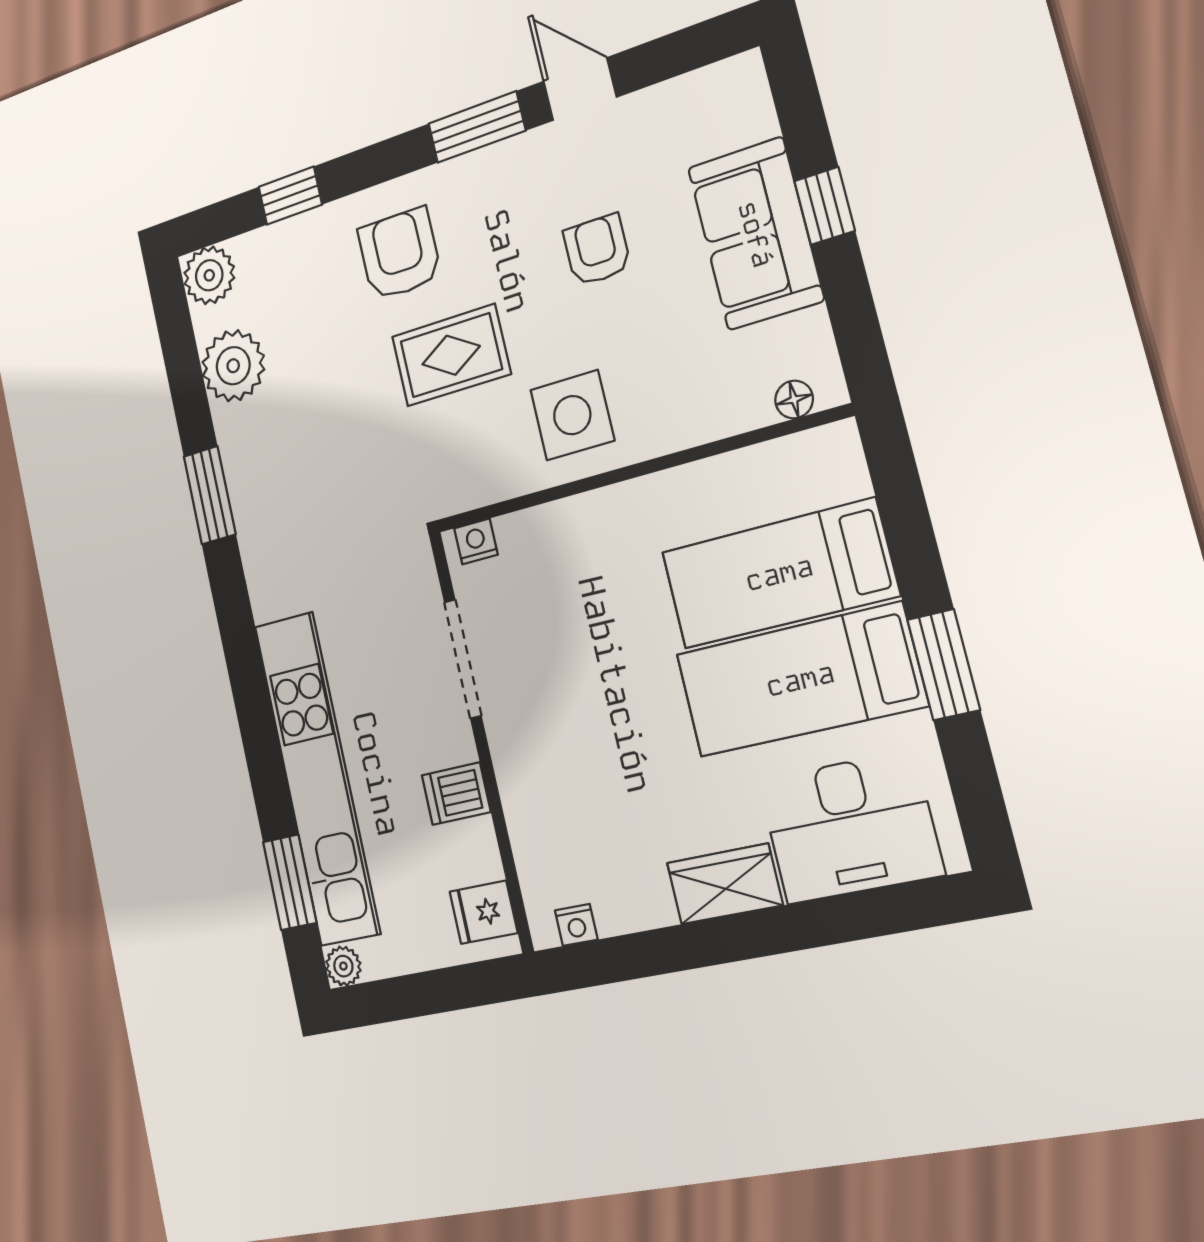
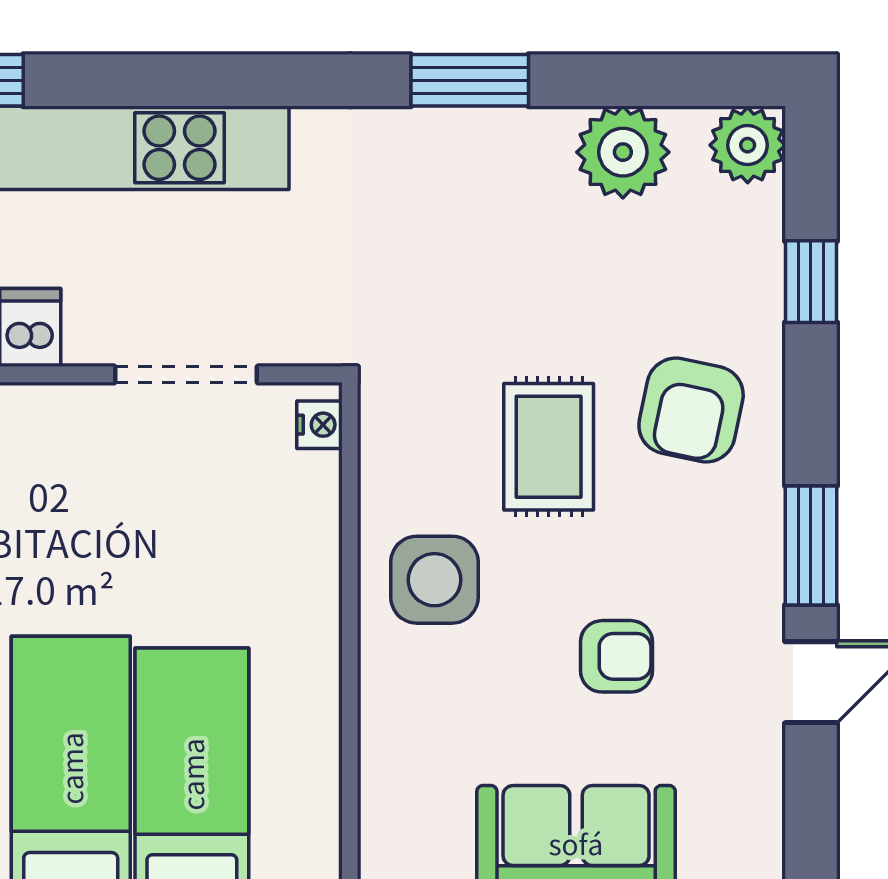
armchair: (400, 254) -> (691, 410), turned 102
floor lamp: (794, 400) -> (379, 839), removed

